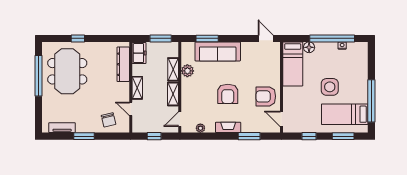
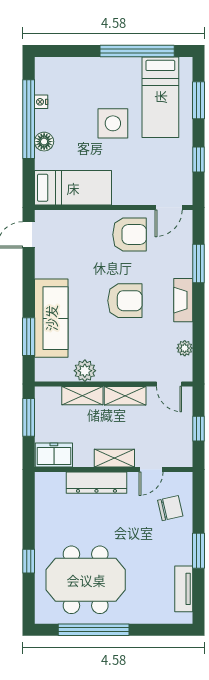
floor lamp: (309, 47) -> (44, 142), moved
dresser: (123, 64) -> (96, 483), moved
armchair: (266, 96) -> (129, 235), turned -90

